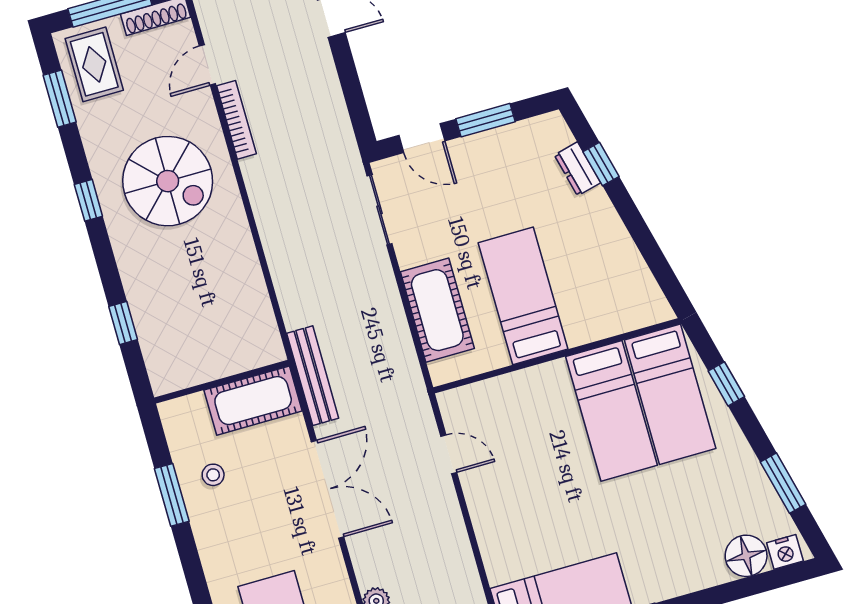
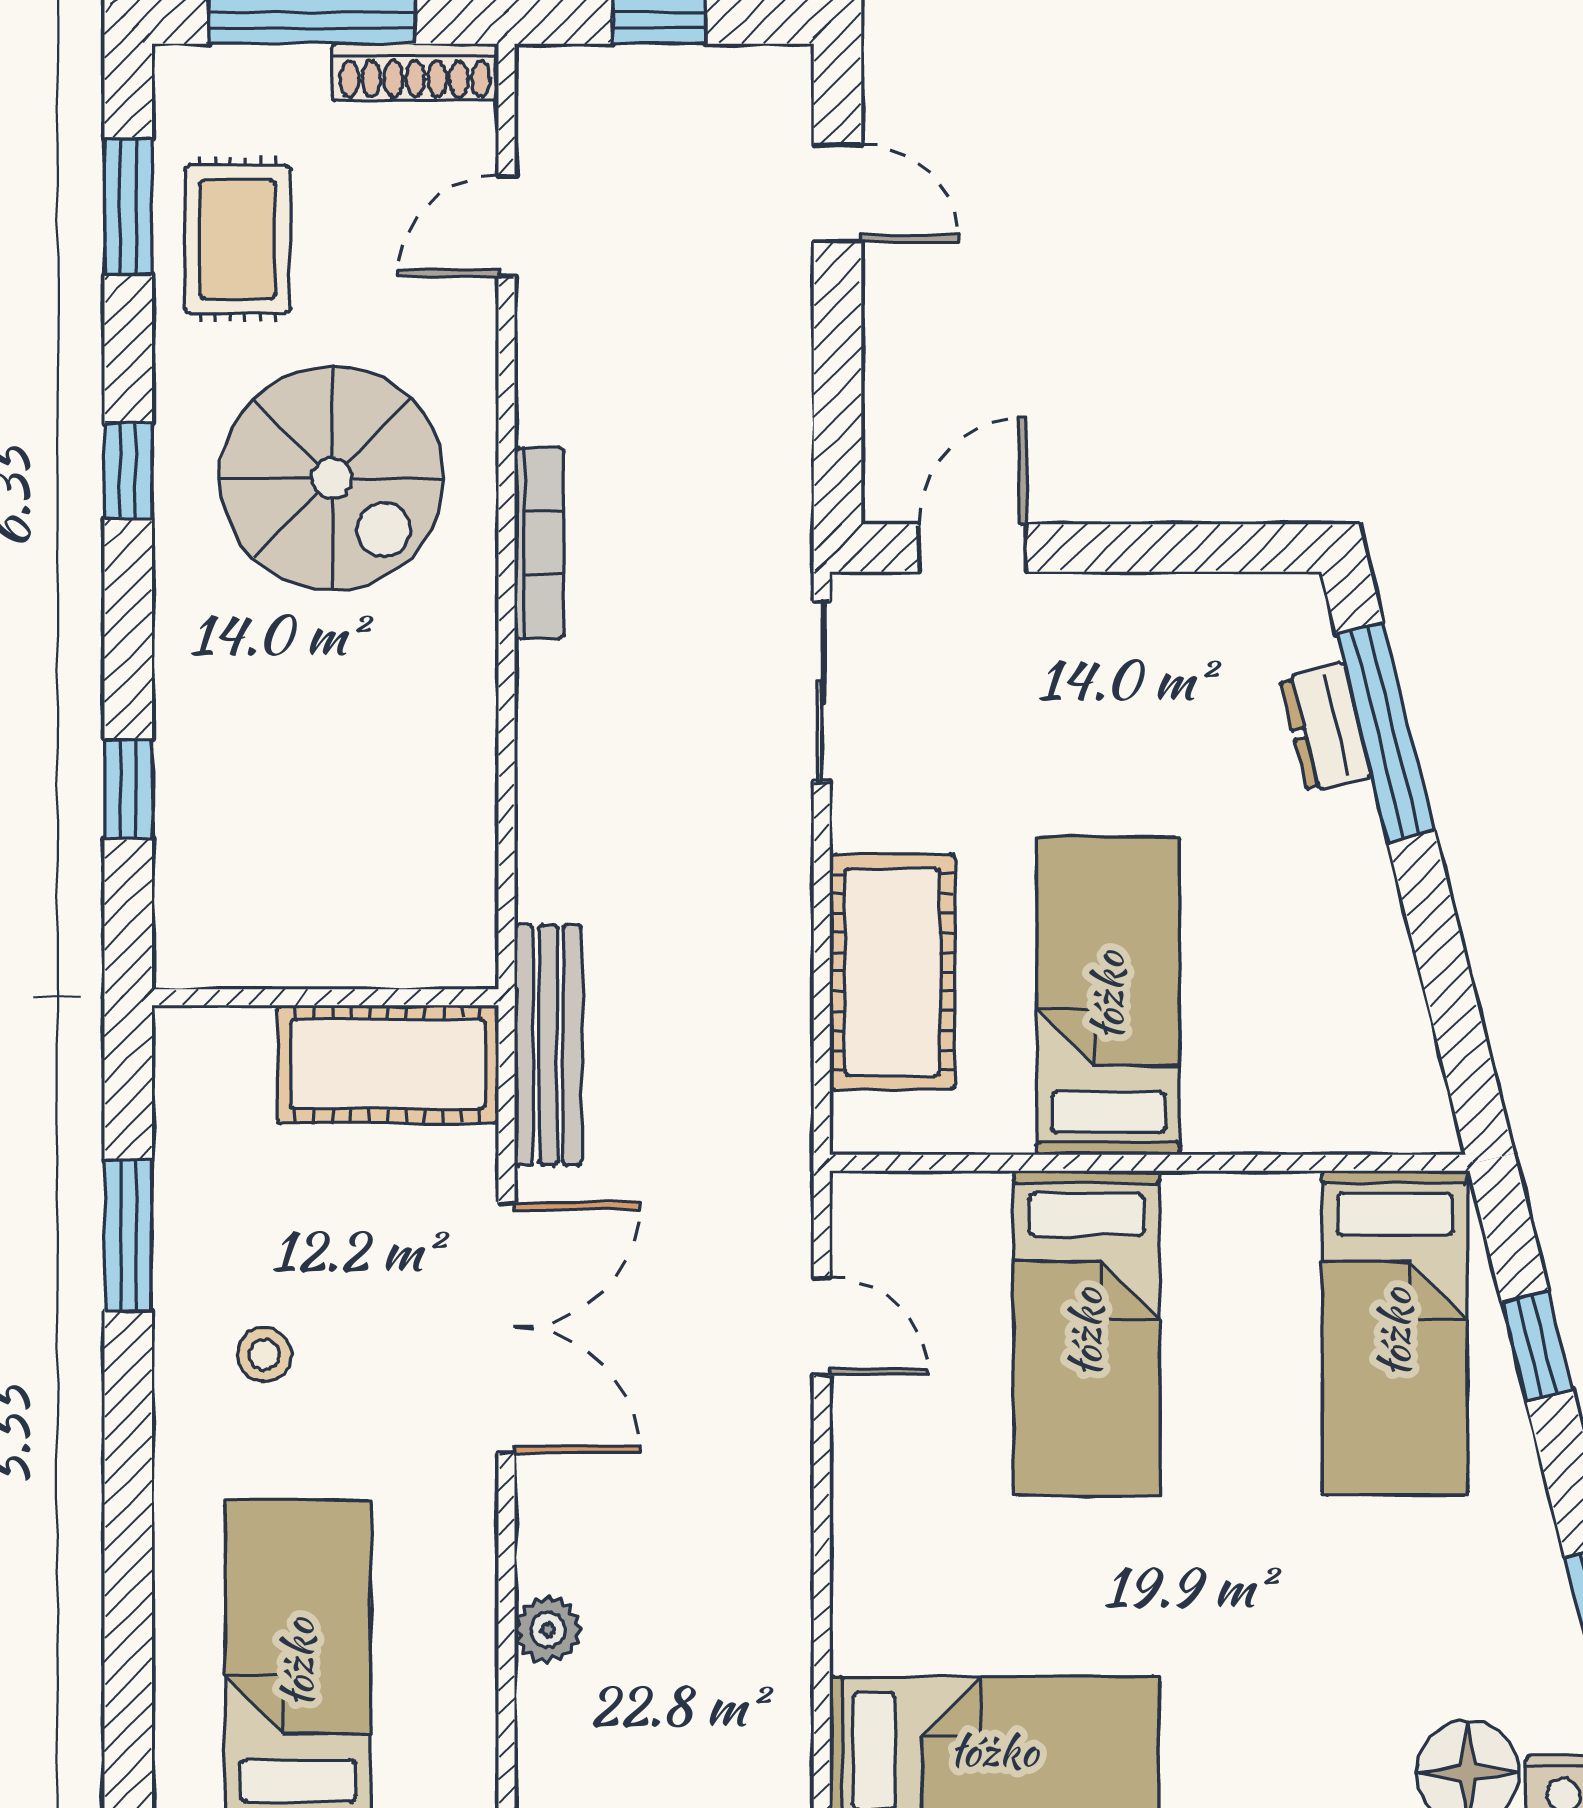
rug: (94, 64) -> (238, 239), moved
bookcase: (236, 120) -> (539, 543), moved
window: (486, 120) -> (1138, 548), removed
door: (422, 138) -> (972, 548), swing flipped
window: (601, 164) -> (1385, 732), width x2.17
bed: (611, 411) -> (1086, 1333), moved
stool: (213, 475) -> (264, 1354), moved

